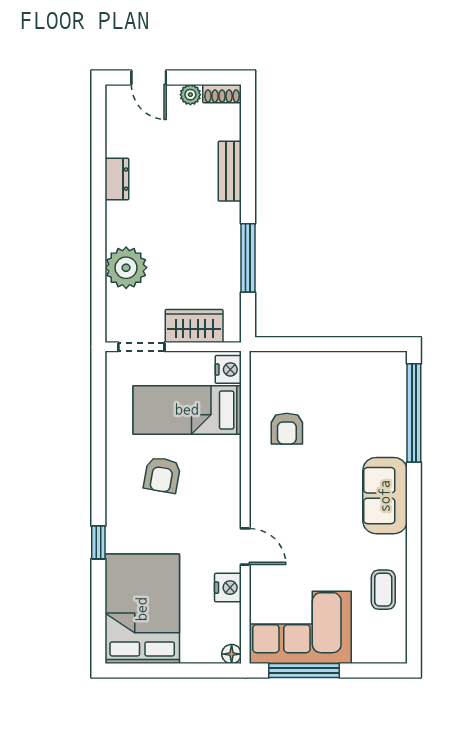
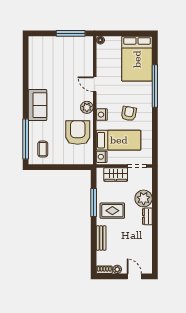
dresser: (117, 179) -> (147, 216), moved
rug: (202, 238) -> (112, 211), added
armchair: (287, 429) -> (78, 133), width x1.88, depth x1.88
plant: (264, 490) -> (87, 107), added
window: (98, 542) -> (155, 86), width x3.17
nightstand: (228, 588) -> (102, 115), moved
coffee table: (383, 590) -> (43, 149), moved
corner sofa: (300, 627) -> (72, 51), removed

